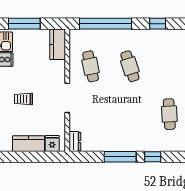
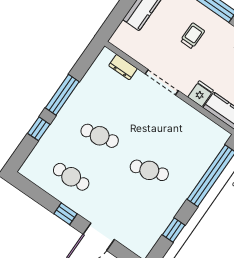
cafe table: (91, 66) -> (100, 136), moved
dresser: (75, 141) -> (123, 67), moved
fridge: (52, 143) -> (201, 94), moved, turned -90

